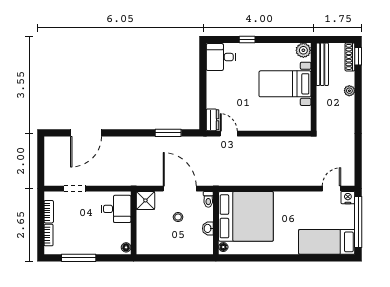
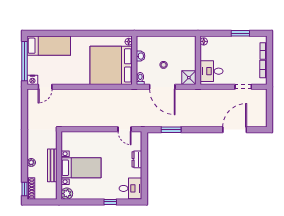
bench: (322, 64) -> (52, 165), moved
dresser: (213, 120) -> (137, 159), moved
window: (79, 258) -> (240, 33), width x0.69

